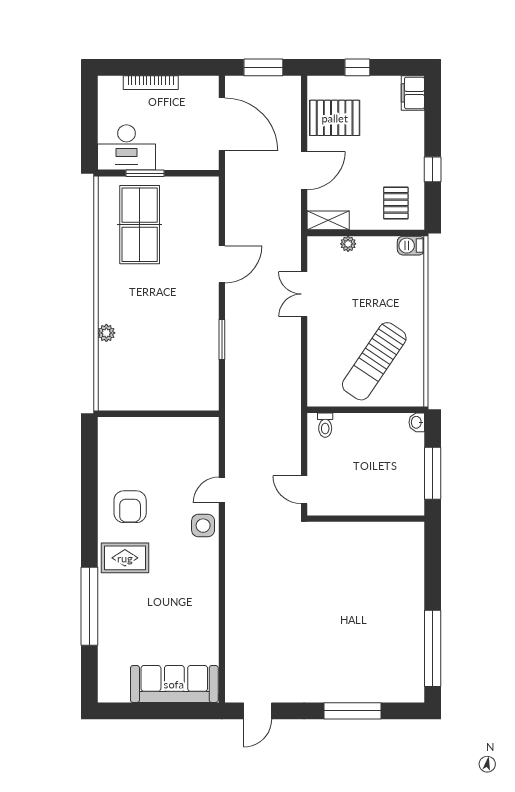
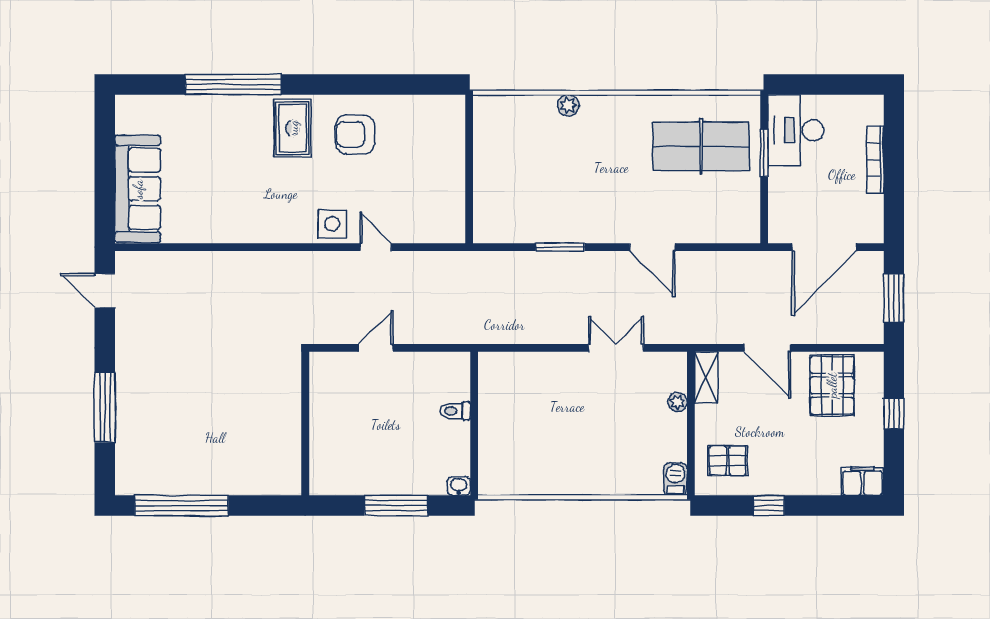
sun lounger: (374, 361) -> (533, 434), removed
toilet: (325, 425) -> (455, 411), moved
wall: (366, 519) -> (305, 424), moved

